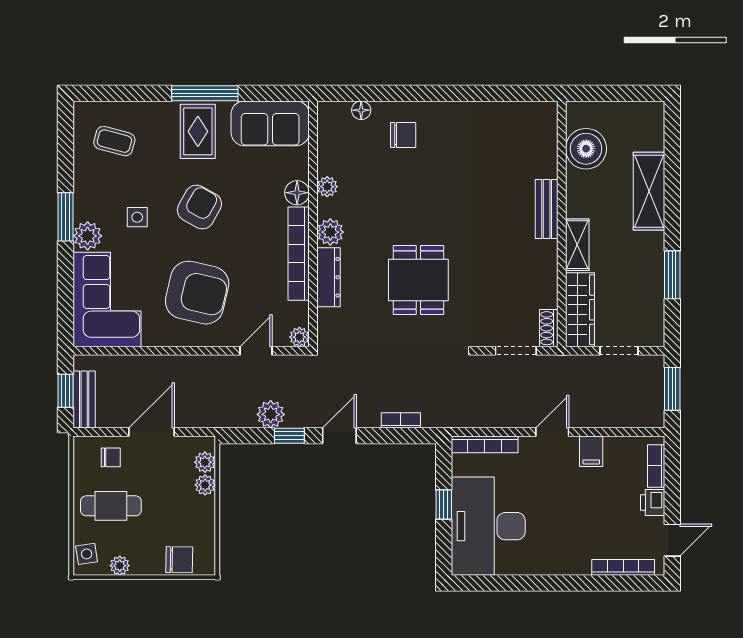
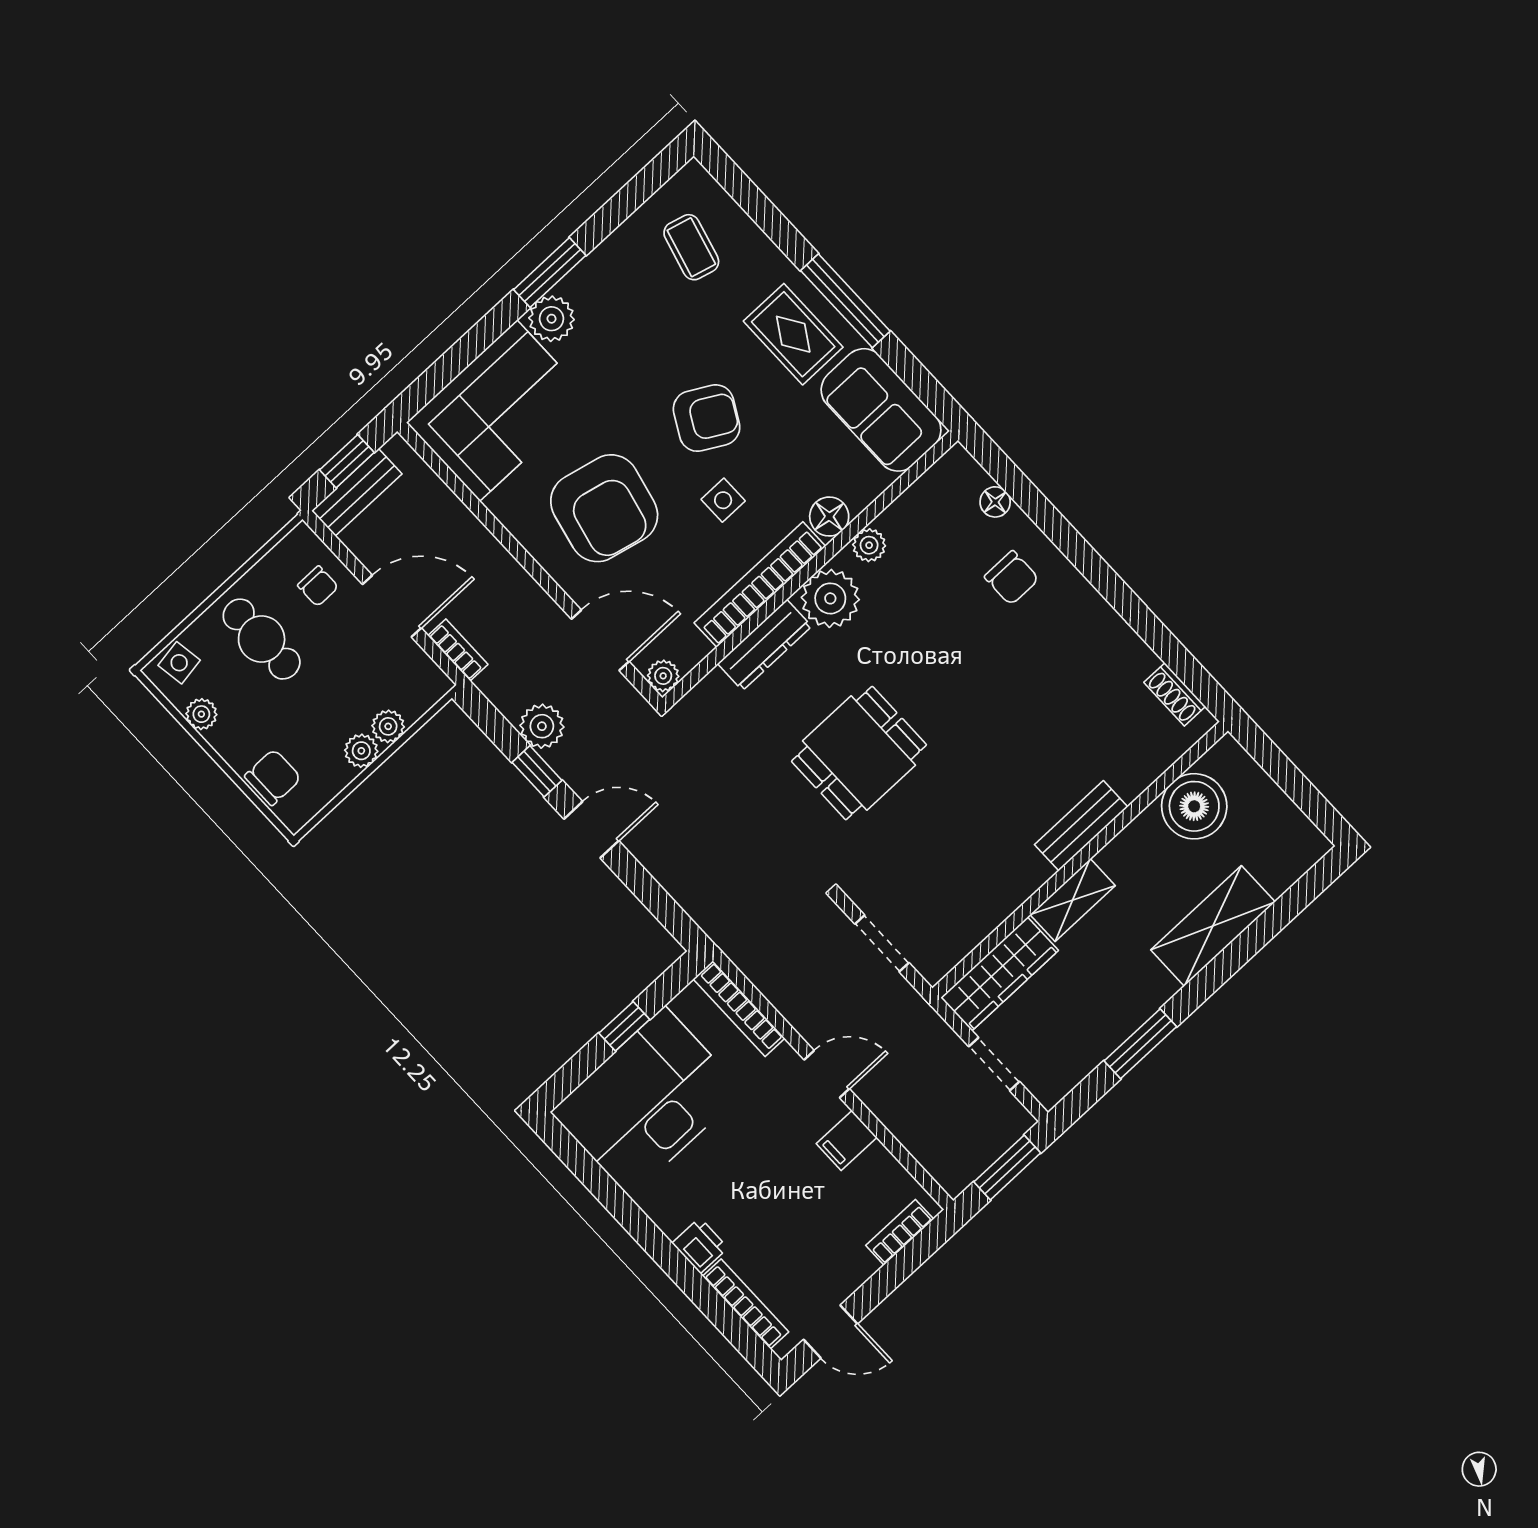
rug: (198, 131) -> (793, 334), turned 90
side table: (137, 217) -> (723, 500), moved
plant: (330, 232) -> (830, 598), width x1.36, depth x1.36
shoe rack: (549, 328) -> (1175, 694), moved, turned -90
door: (256, 351) -> (600, 640), width x1.38
bookcase: (401, 420) -> (458, 650), moved
plant: (205, 462) -> (361, 751), moved
printer: (653, 502) -> (700, 1245), moved, turned 90
chair: (179, 560) -> (273, 777), turned -91

